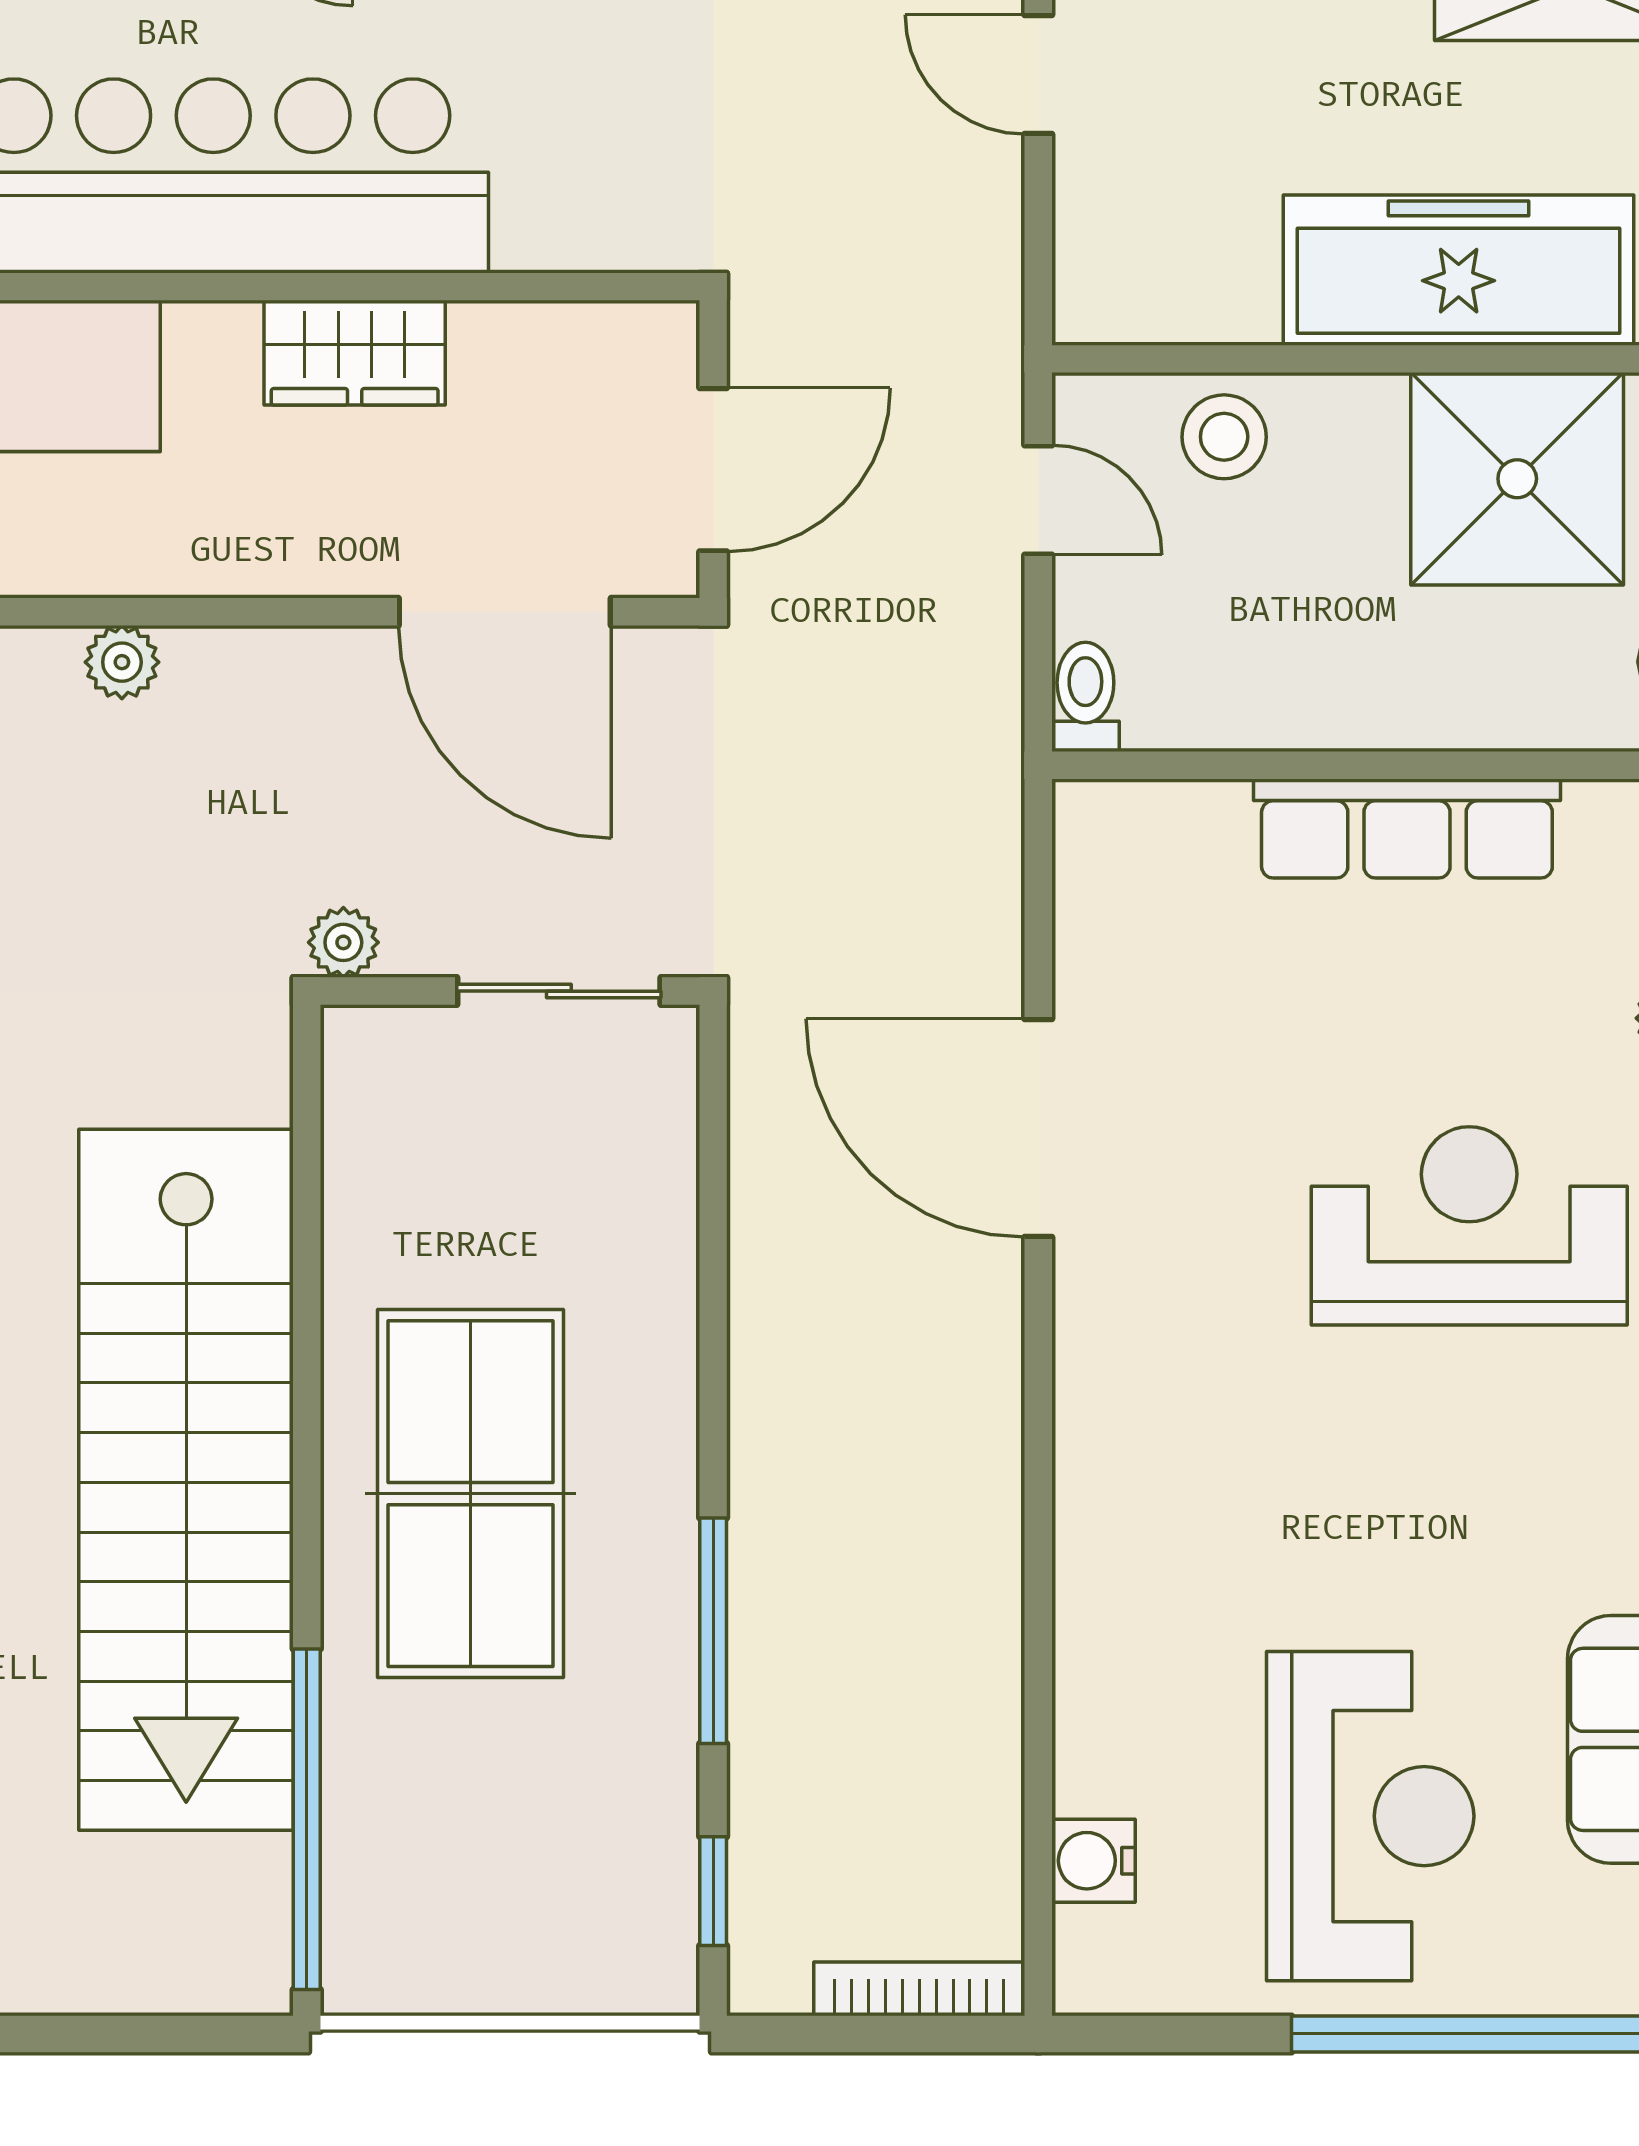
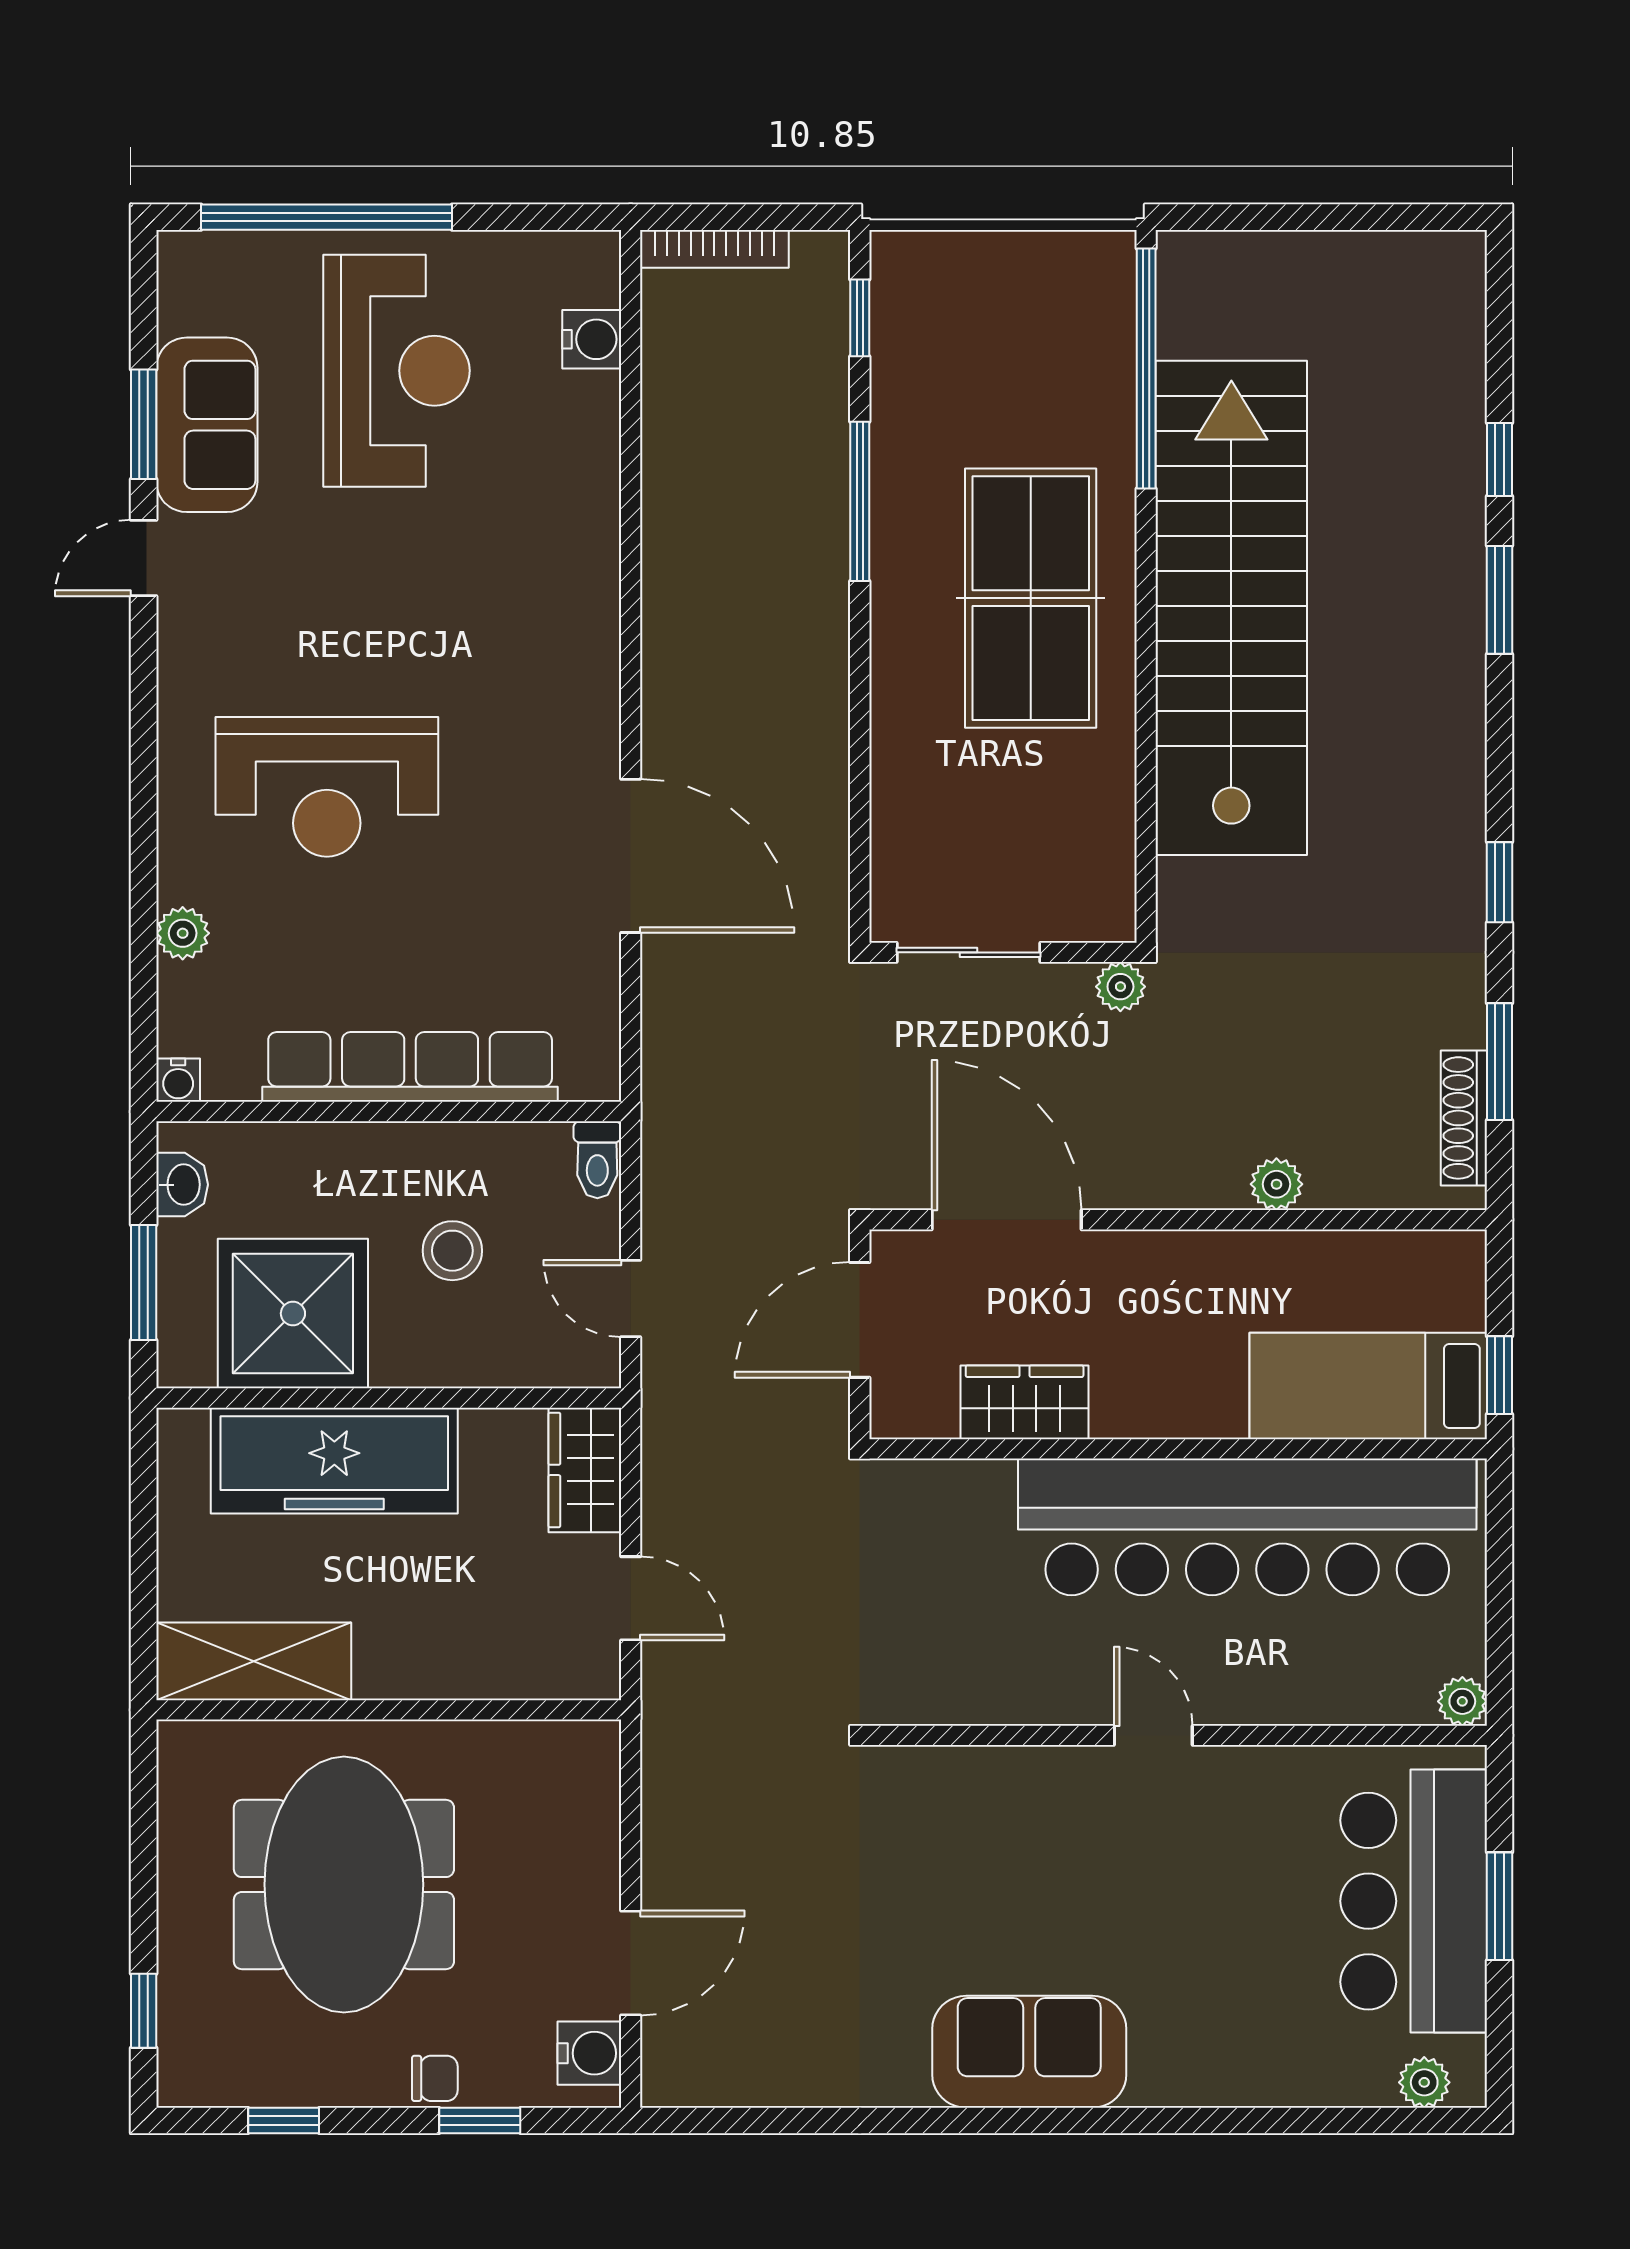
wardrobe: (1103, 257) -> (585, 1470), added
wardrobe: (355, 353) -> (1025, 1402), moved
stool: (1224, 437) -> (452, 1251), moved
row of seats: (1407, 828) -> (410, 1067), width x1.36
reception desk: (1370, 1816) -> (397, 371), turned 180

